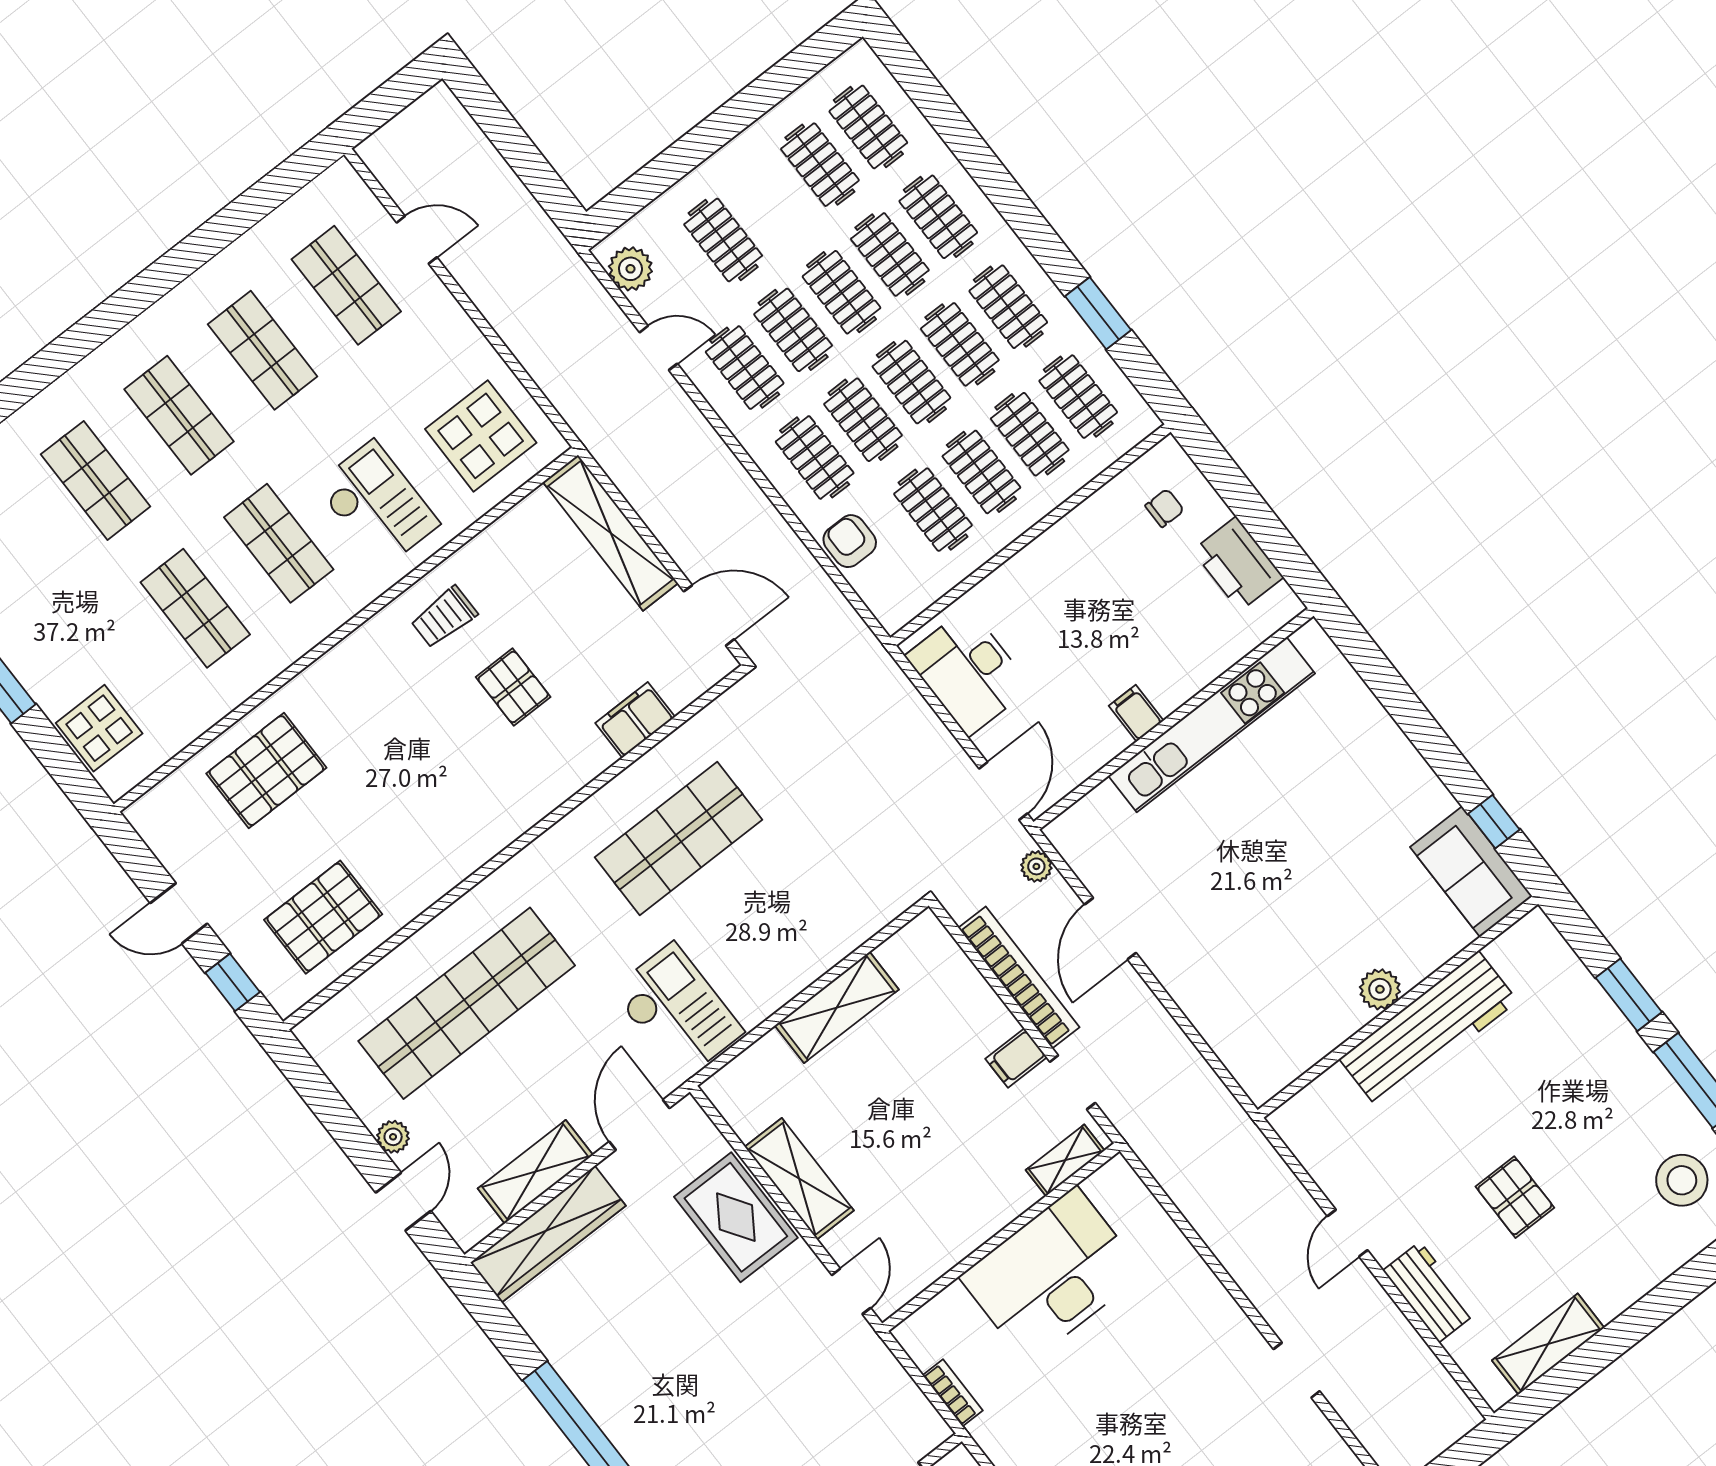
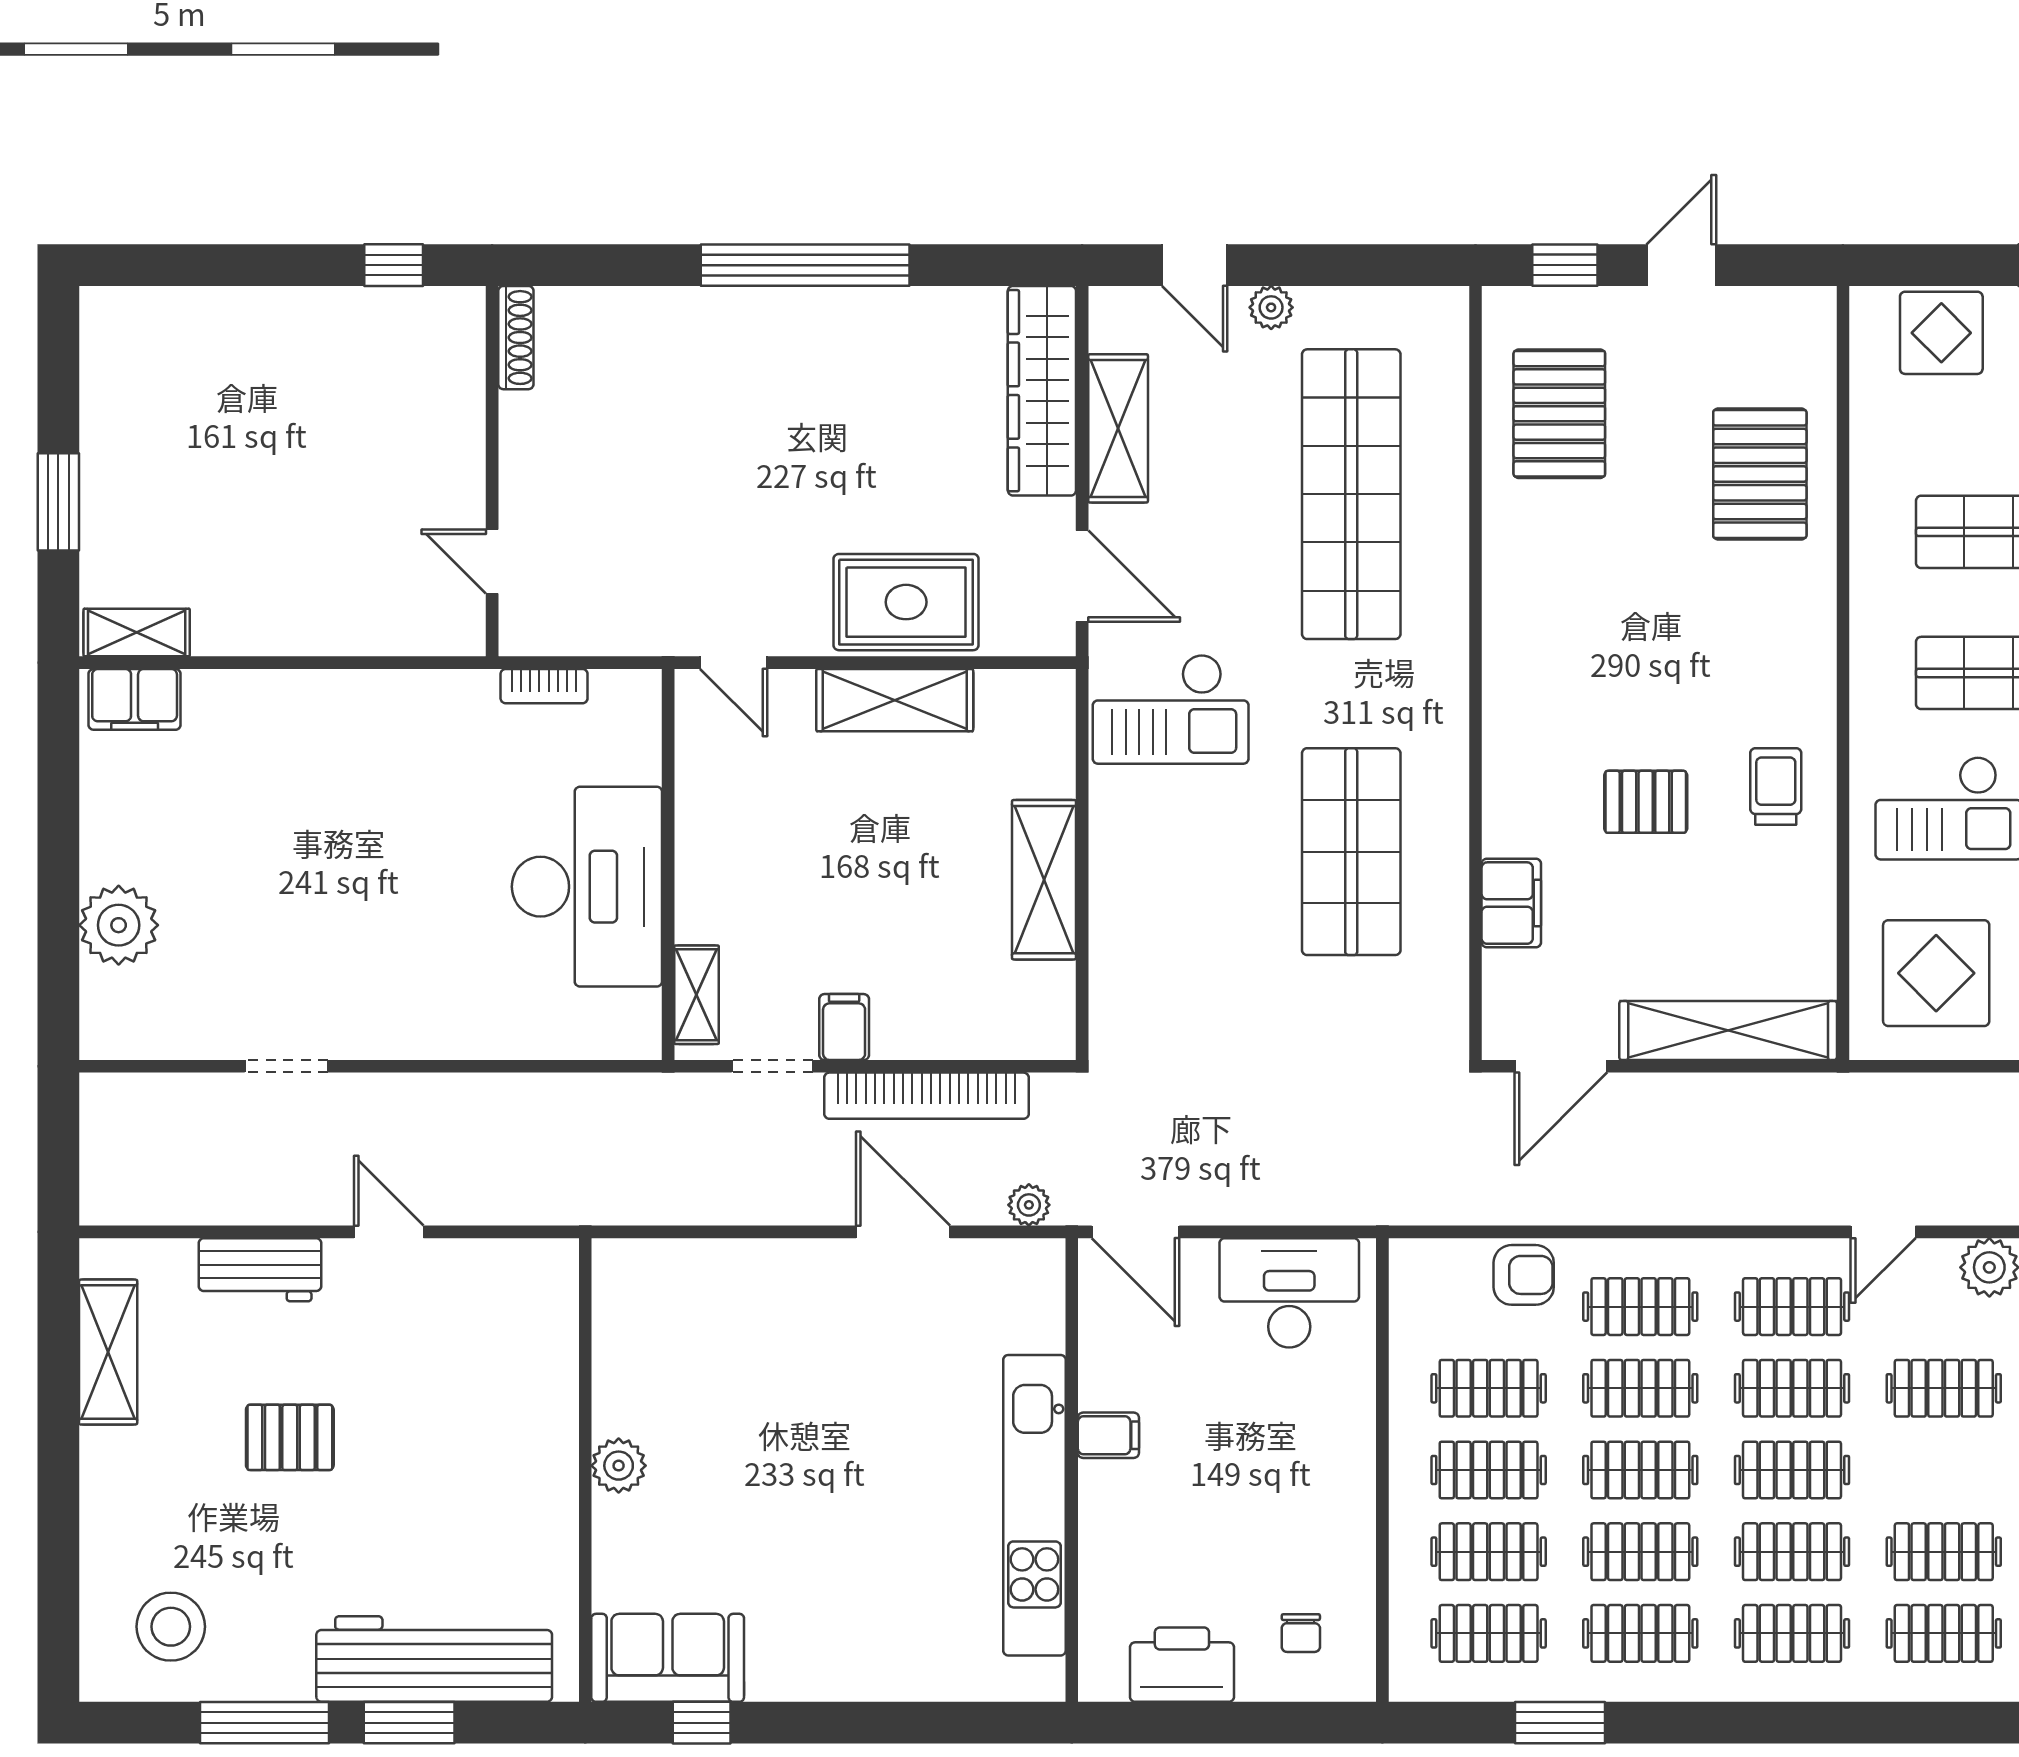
workbench: (1428, 1030) -> (434, 1659), moved, turned 90

